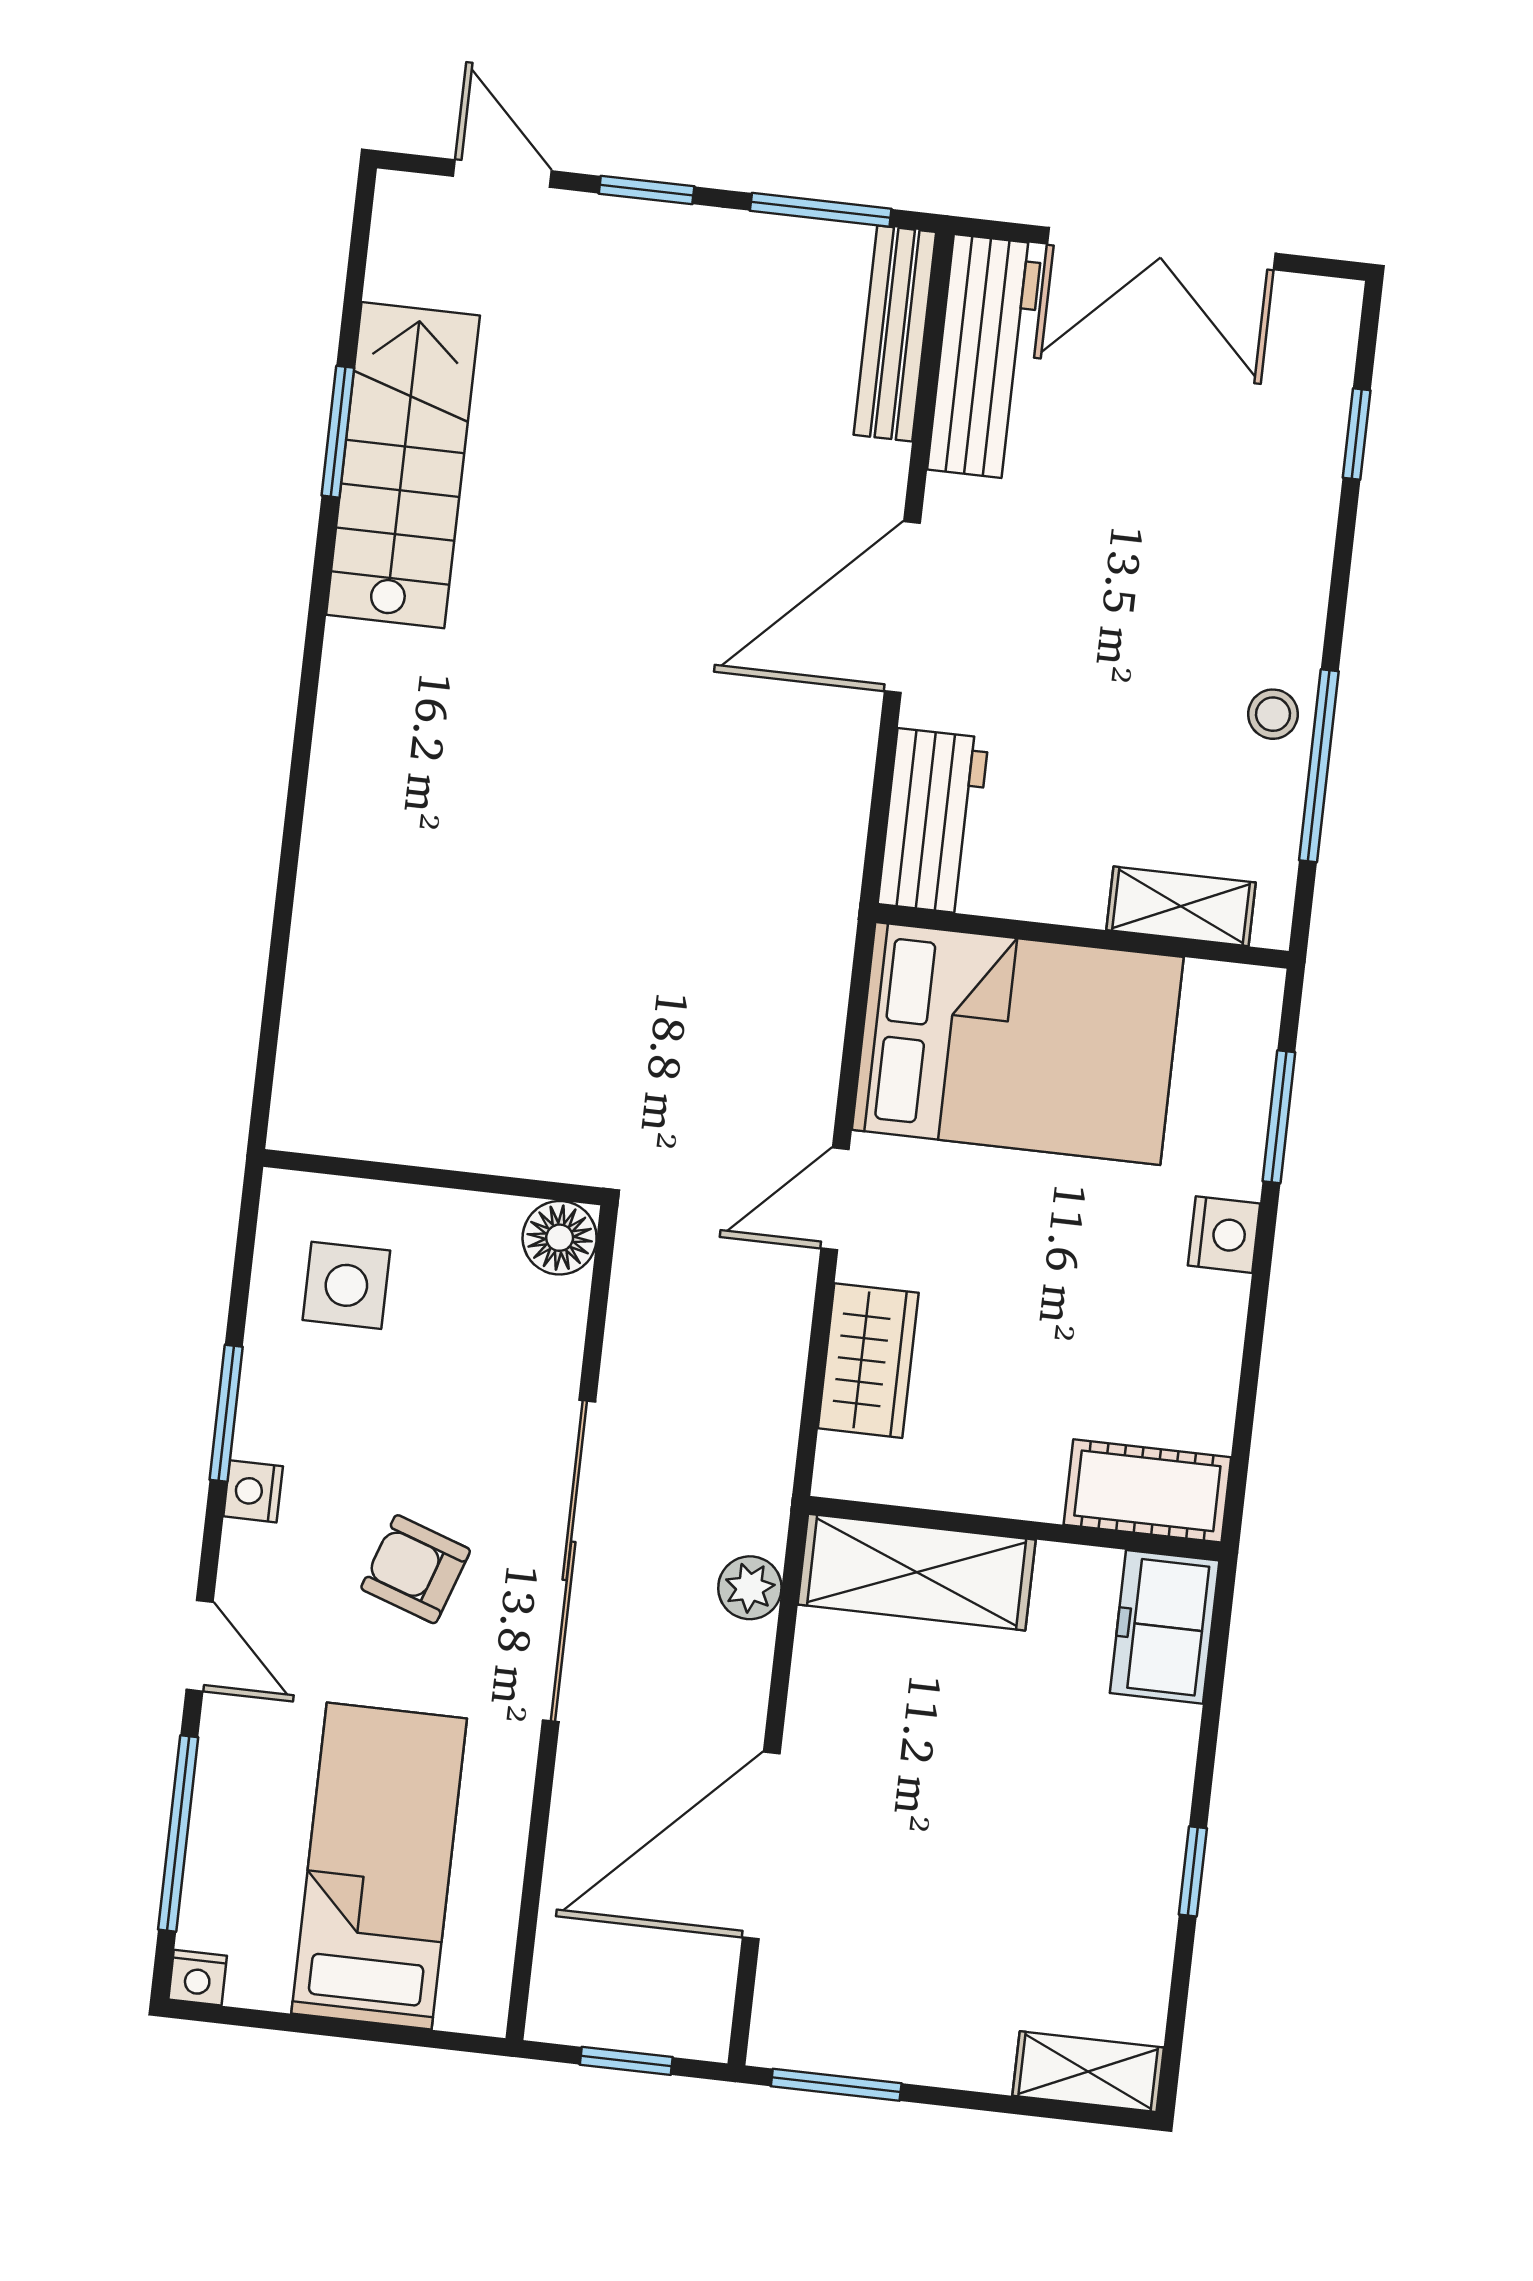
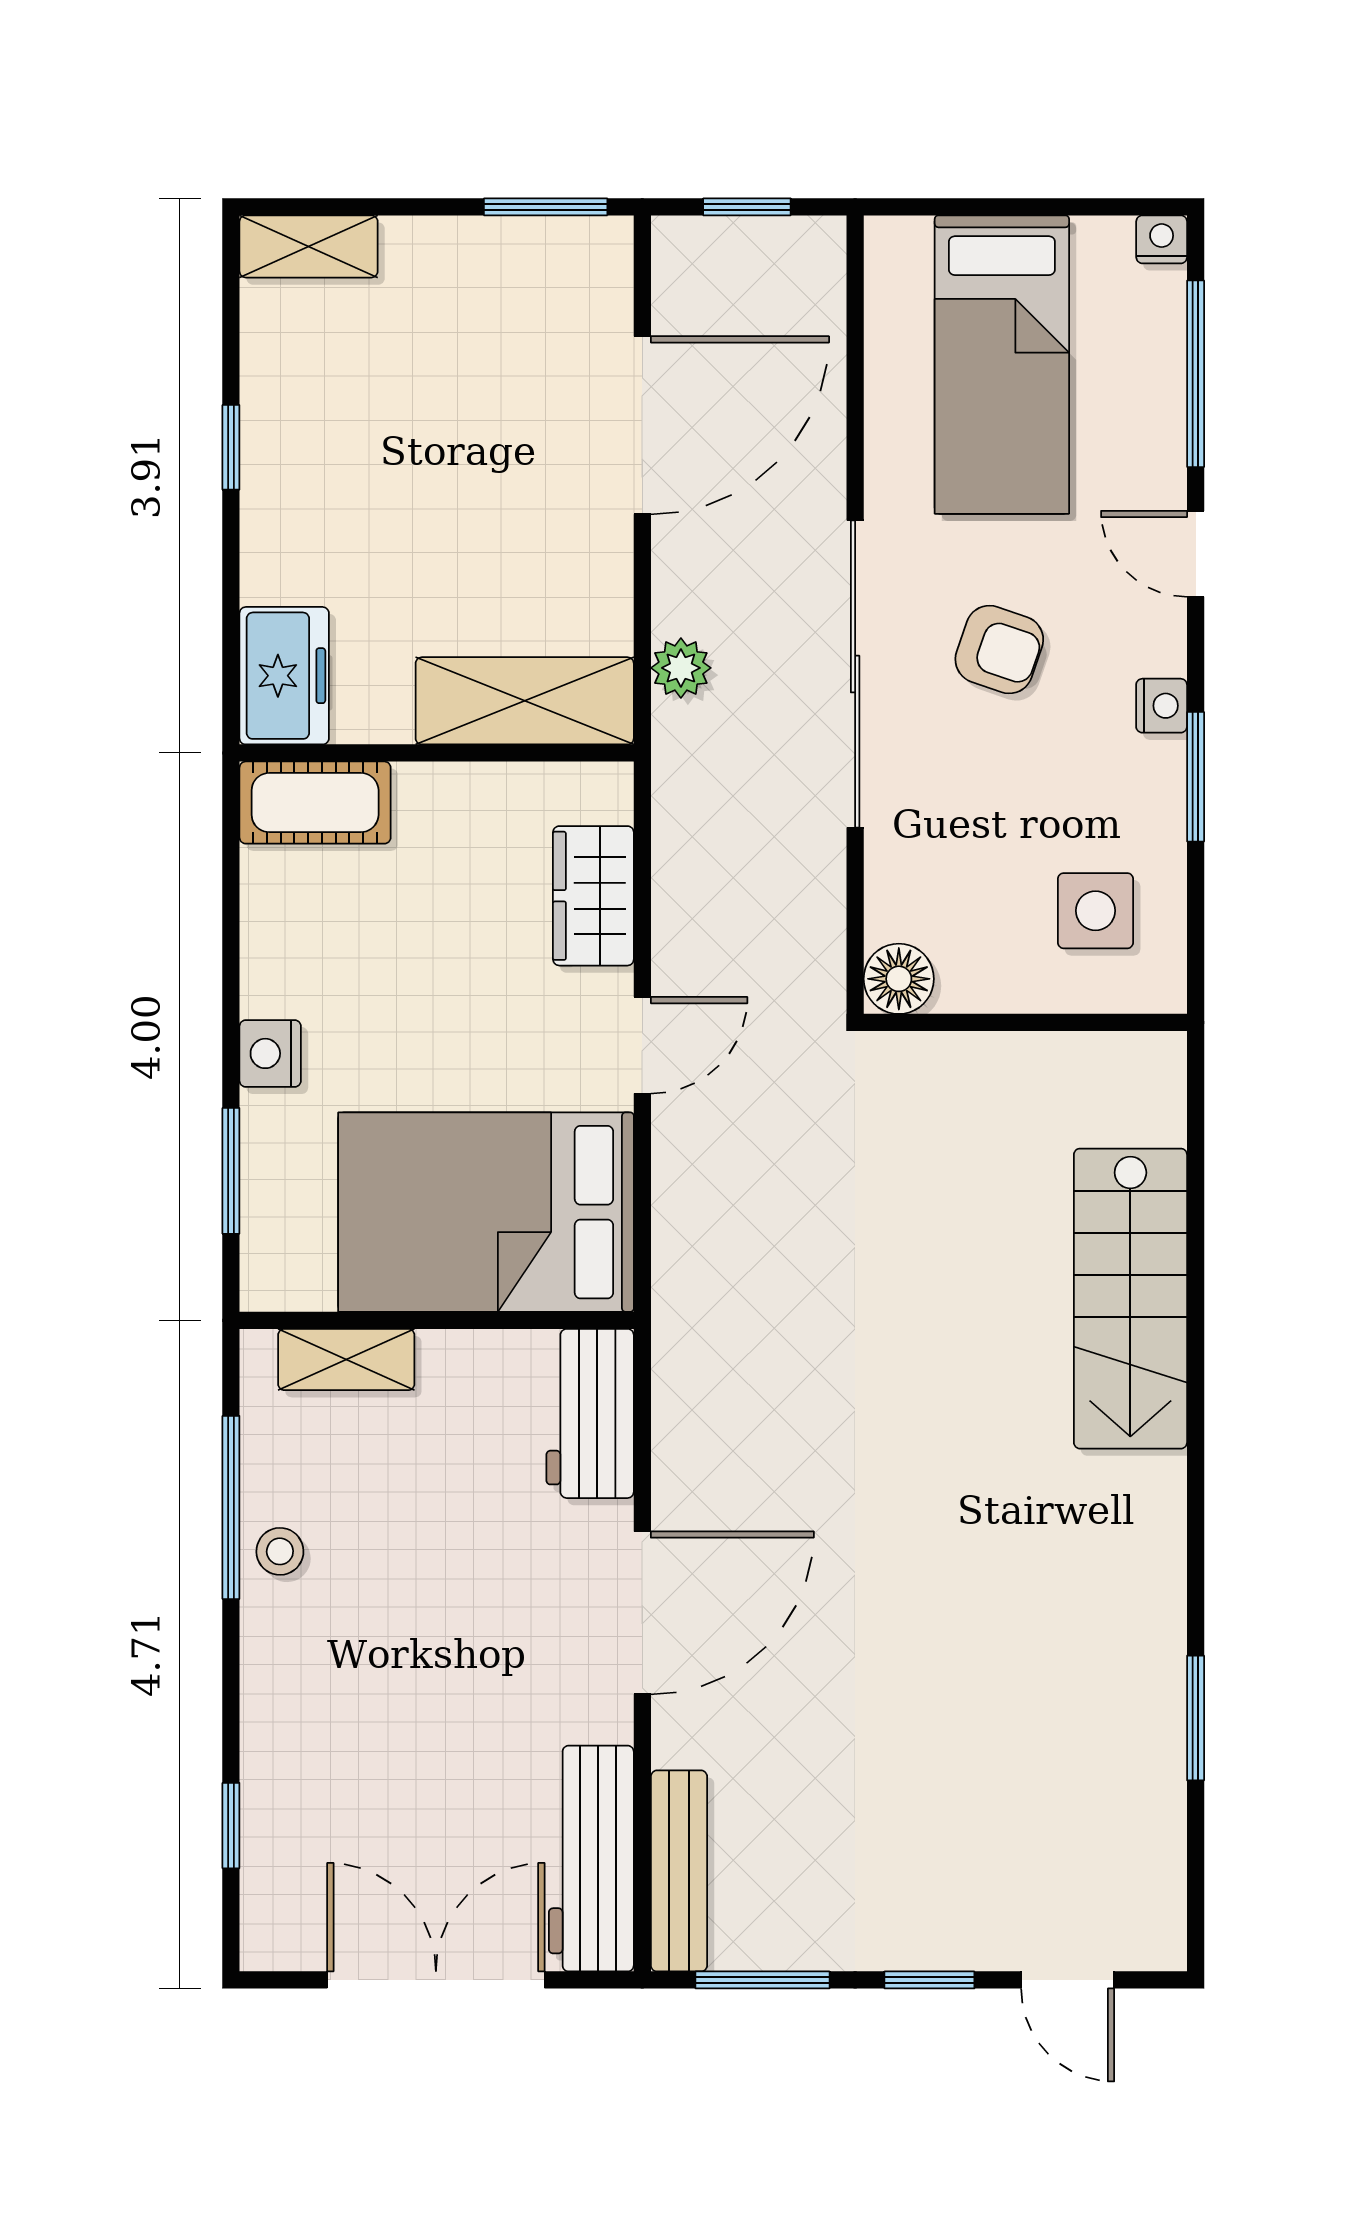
stairs: (403, 465) -> (1130, 1299), moved

